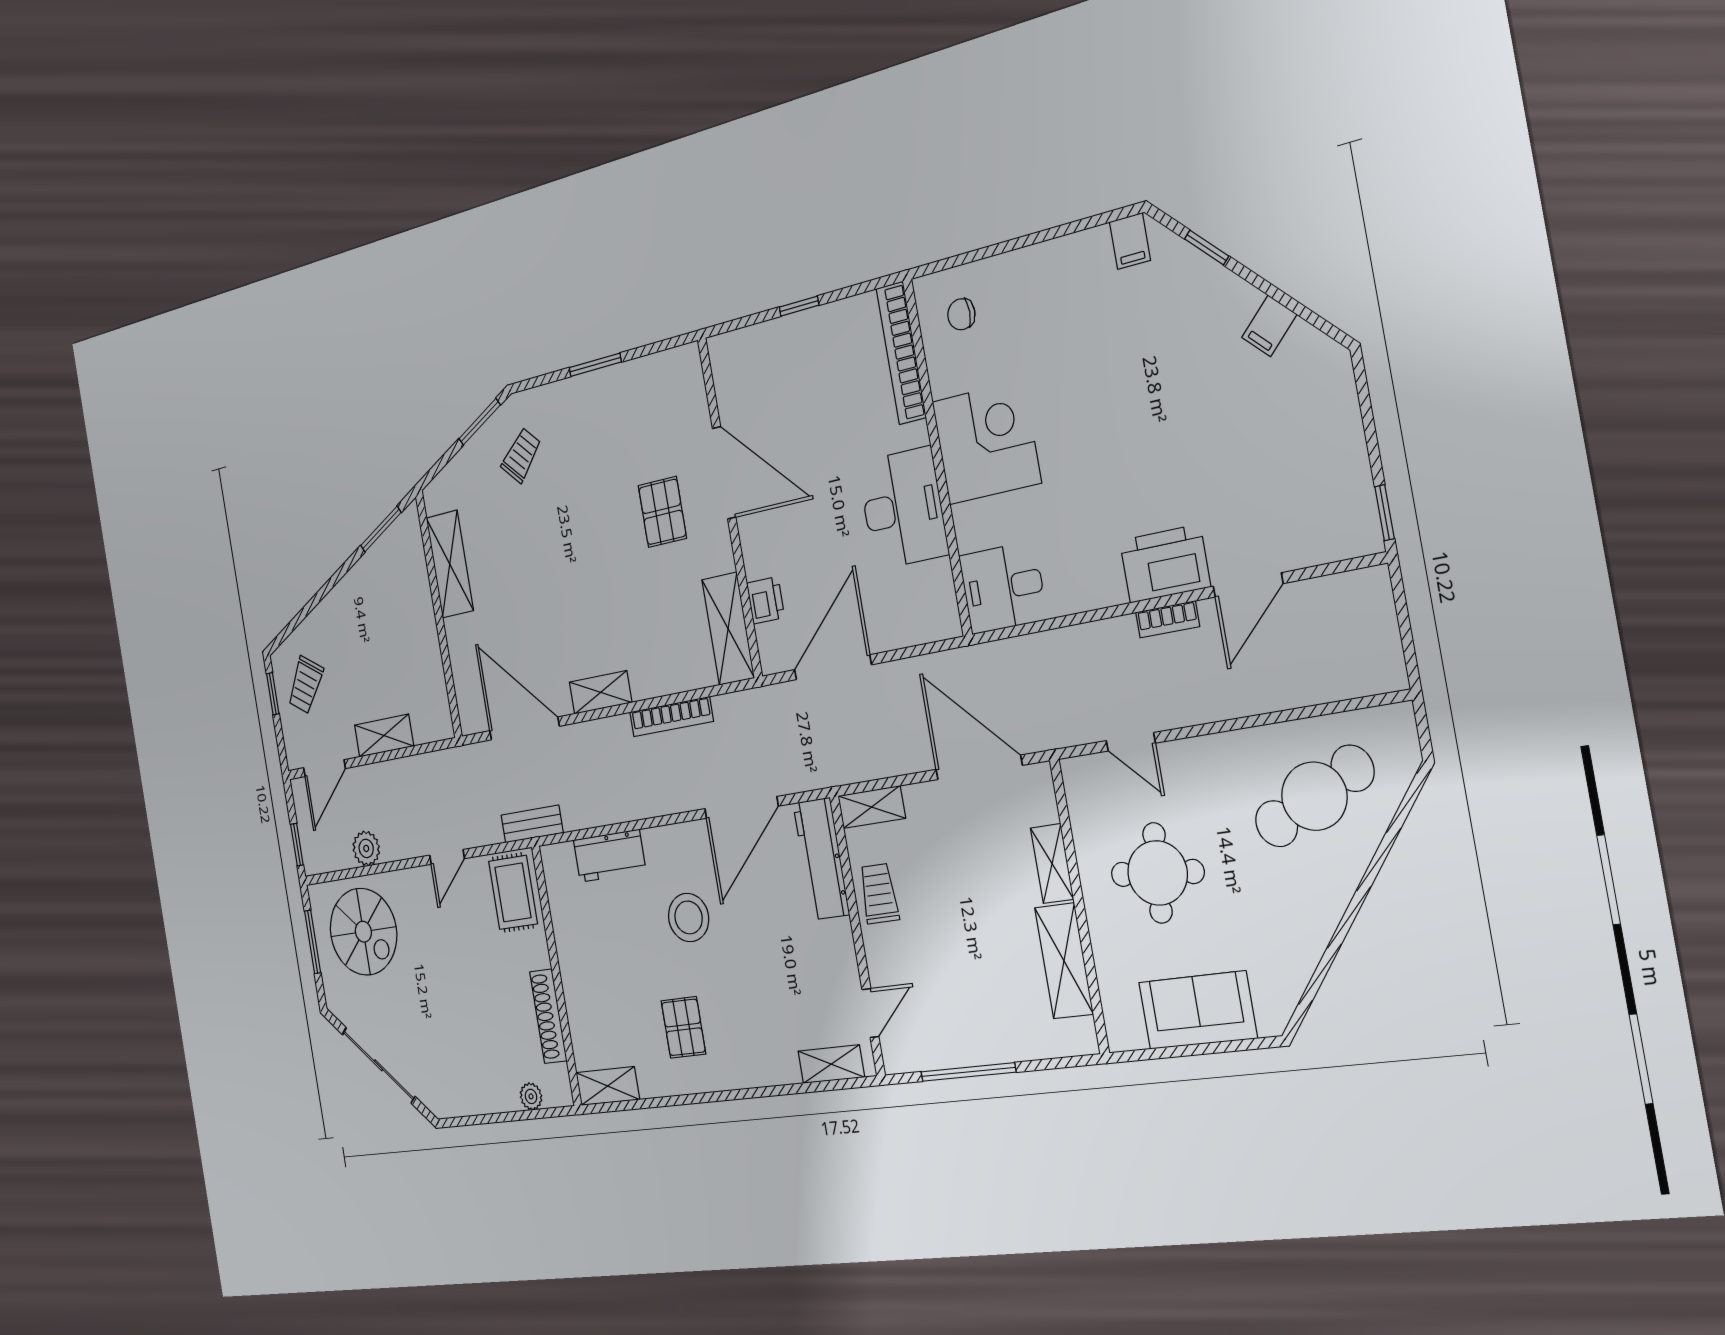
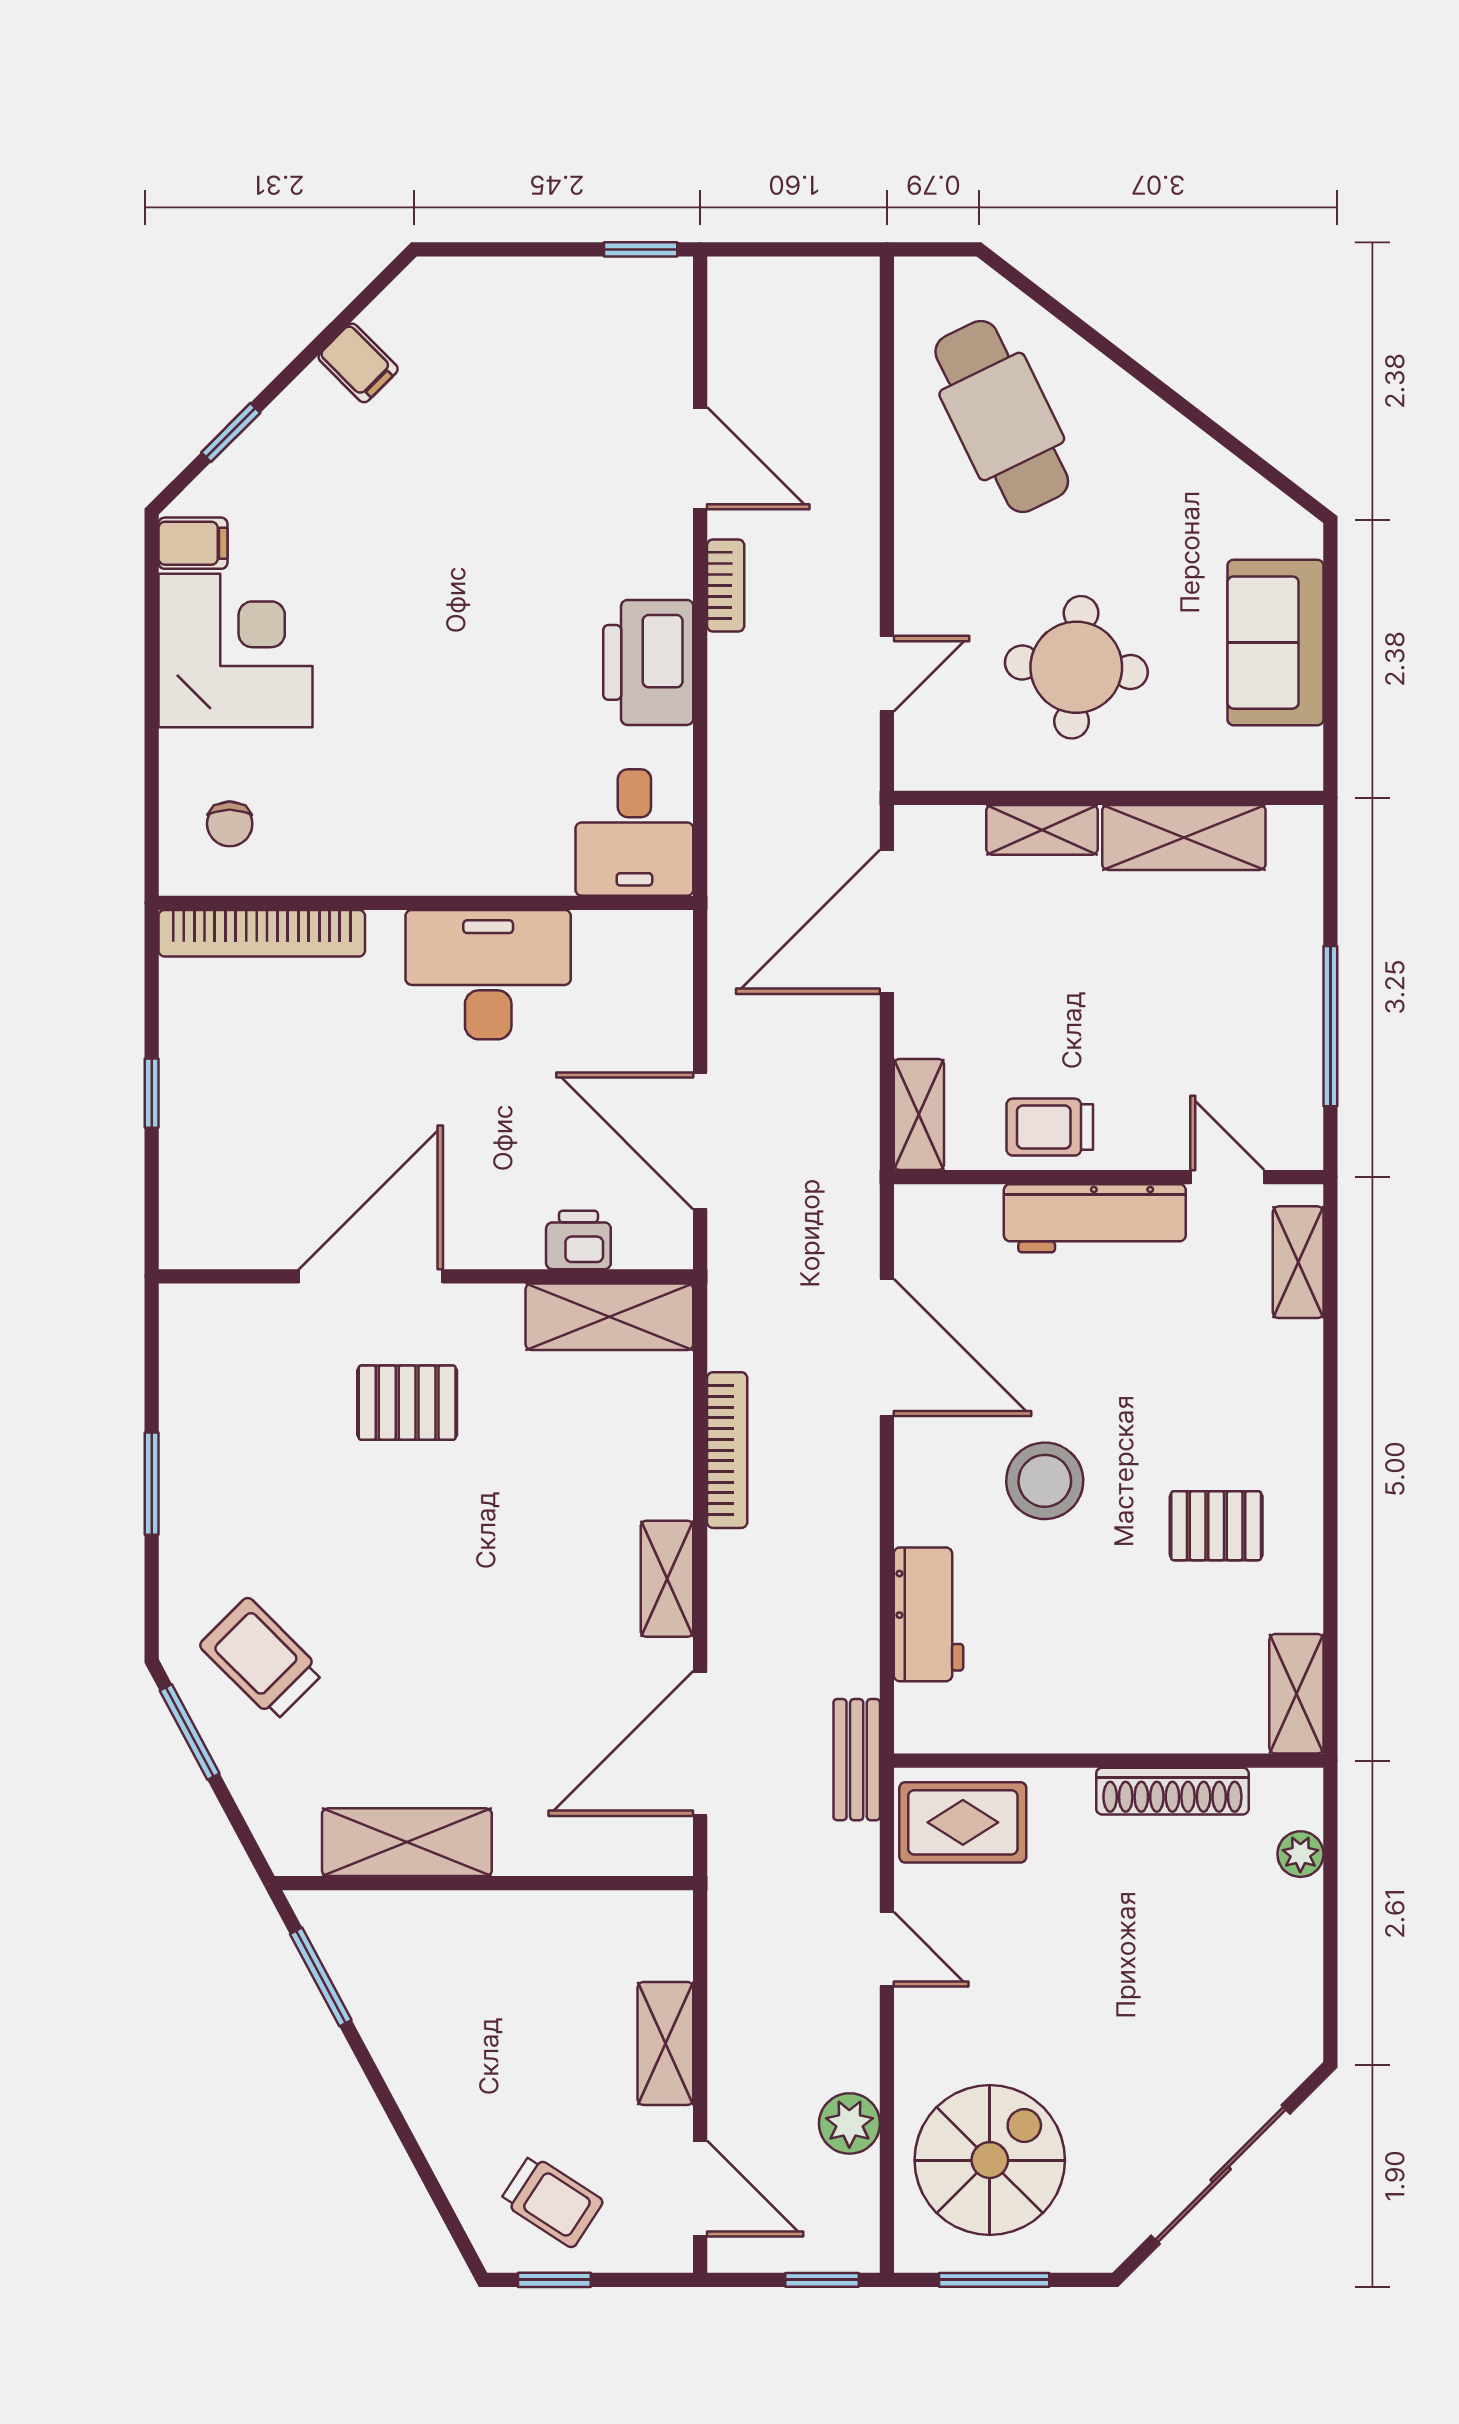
corner desk: (986, 442) -> (236, 650), moved, turned 90
trolley: (521, 455) -> (261, 1659), width x1.36, depth x1.39
printer: (1165, 564) -> (648, 662), moved
workbench: (821, 859) -> (1095, 1218), moved

